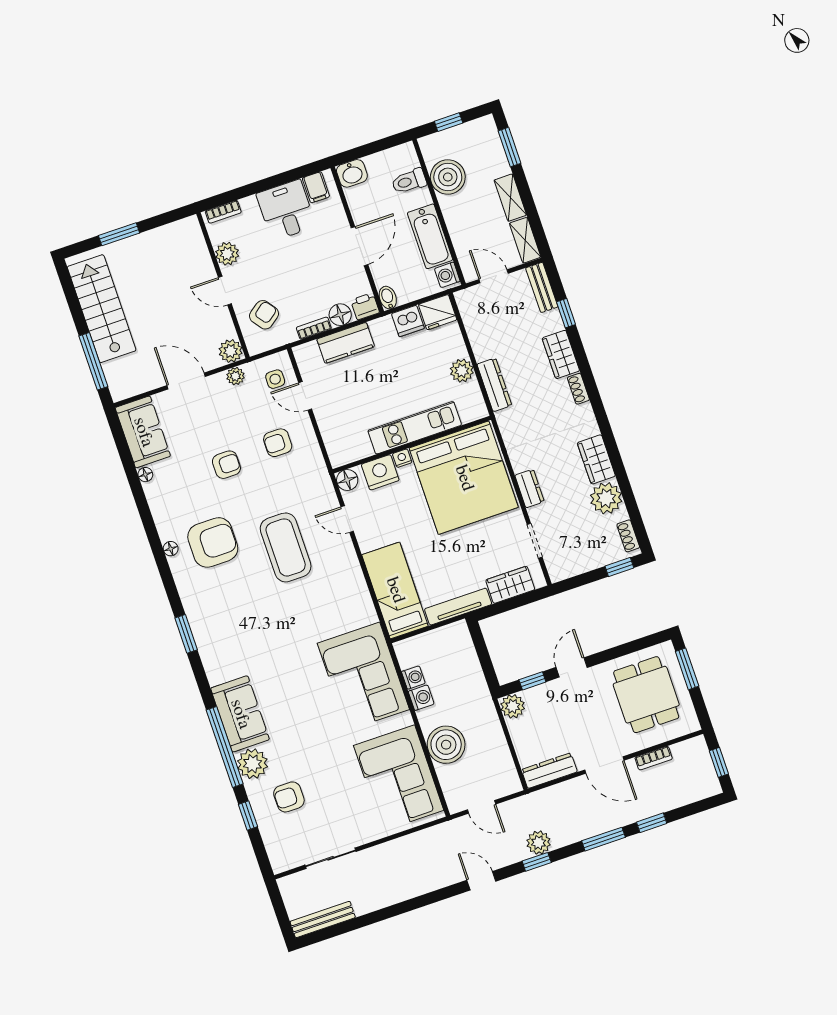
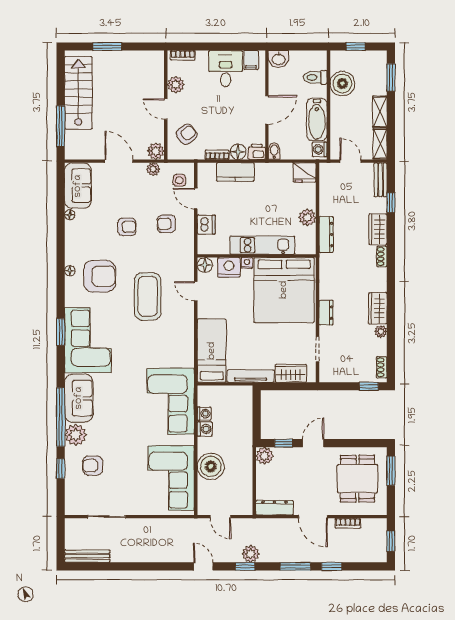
dishwasher: (408, 321) -> (206, 225), moved, turned -90
plant: (606, 498) -> (381, 331), width x0.53, depth x0.53
corner sofa: (226, 633) -> (88, 340), added

